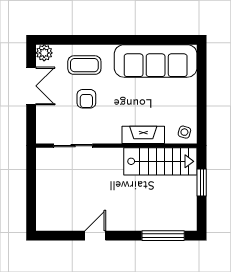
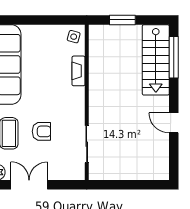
fireplace: (143, 135) -> (78, 71), width x0.73, depth x0.76
stairs: (160, 161) -> (156, 60), moved, turned 180

